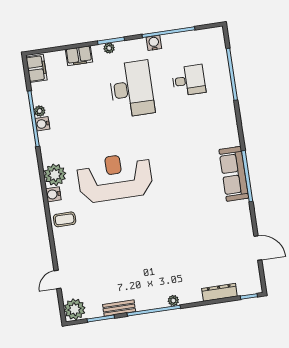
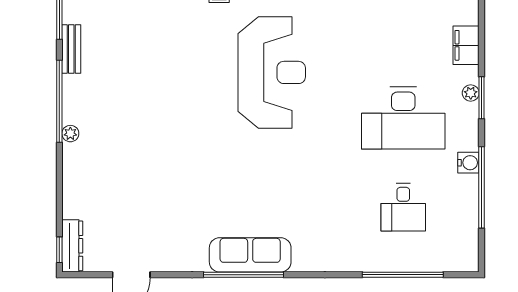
dresser: (219, 292) -> (72, 246), moved

